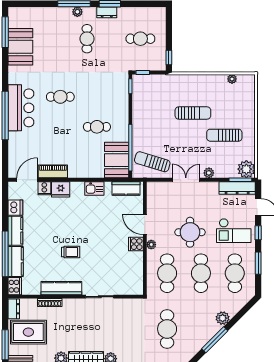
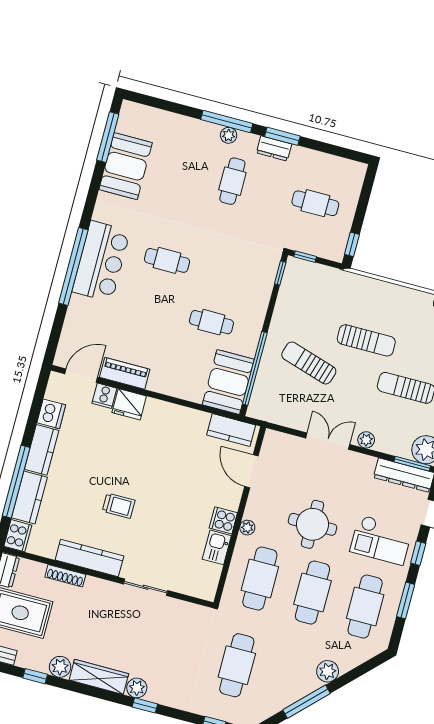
sun lounger: (152, 162) -> (309, 363), moved
kitchen sink: (94, 188) -> (217, 547), moved, turned 90
door: (145, 224) -> (251, 471), moved

